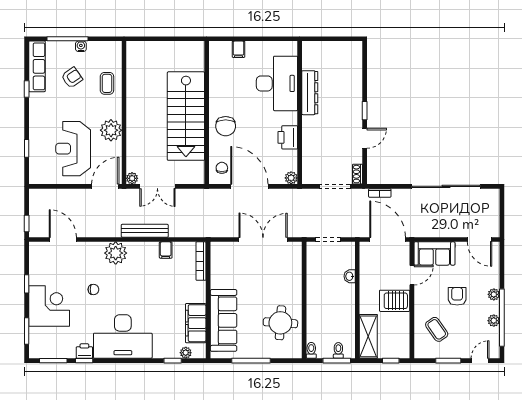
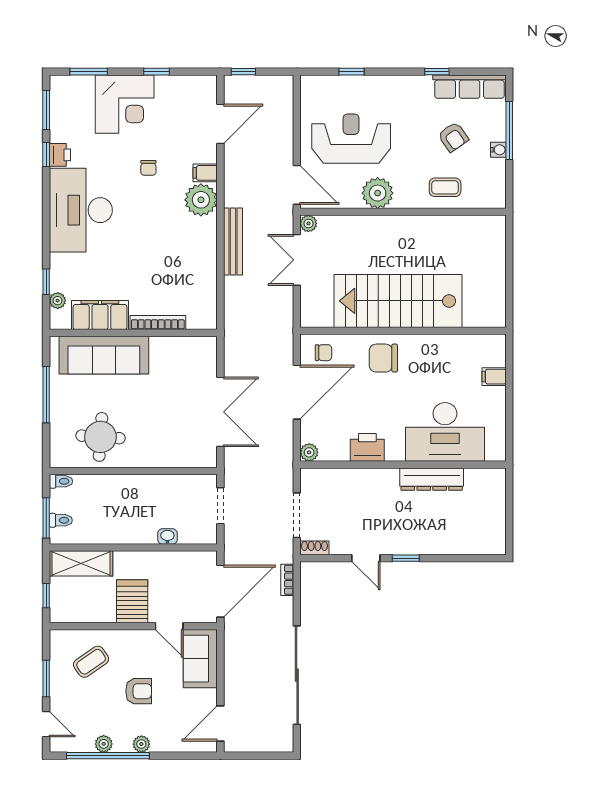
filing cabinet: (166, 250) -> (205, 173), moved
bookcase: (201, 261) -> (158, 323), moved

